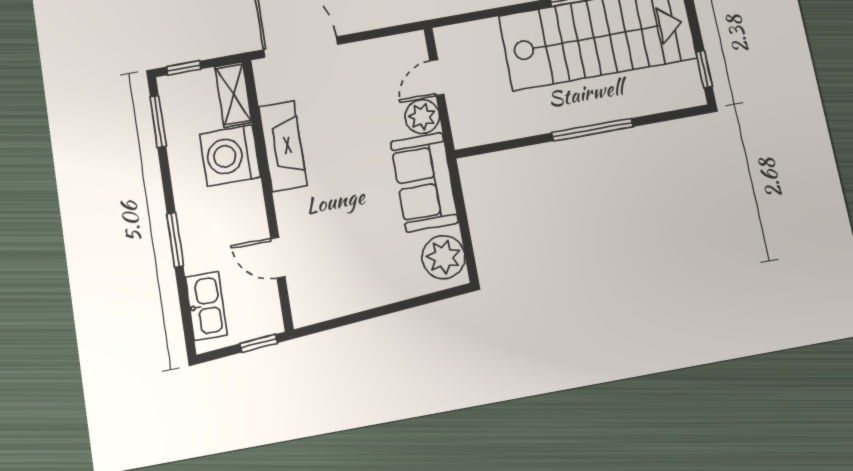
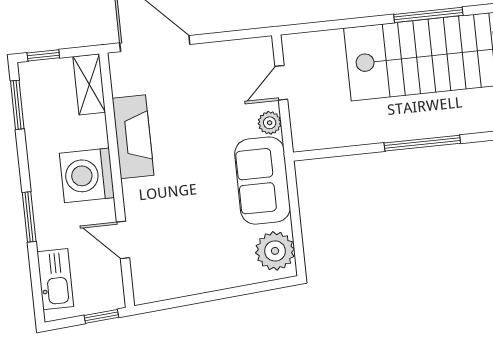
plant: (422, 117) -> (270, 123), width x0.73, depth x0.73
washing machine: (230, 156) -> (87, 175), moved

